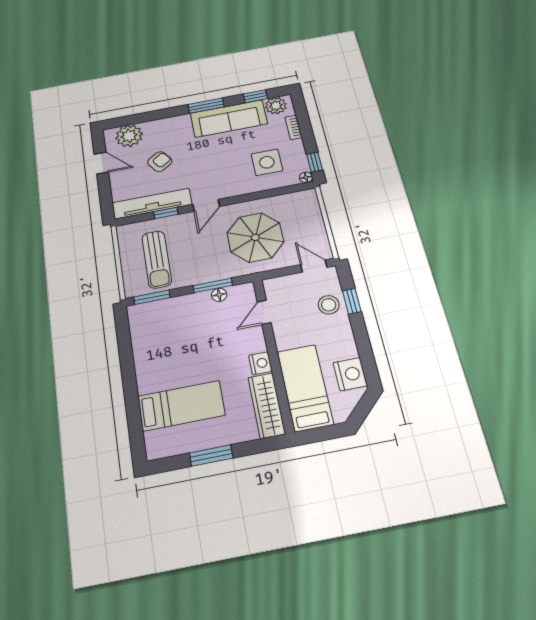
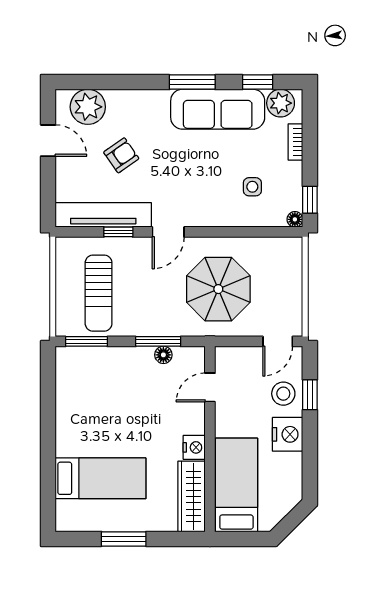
side table: (267, 162) -> (252, 187), width x0.54, depth x0.54
door: (314, 266) -> (278, 341), swing flipped
nightstand: (350, 374) -> (288, 434), moved

